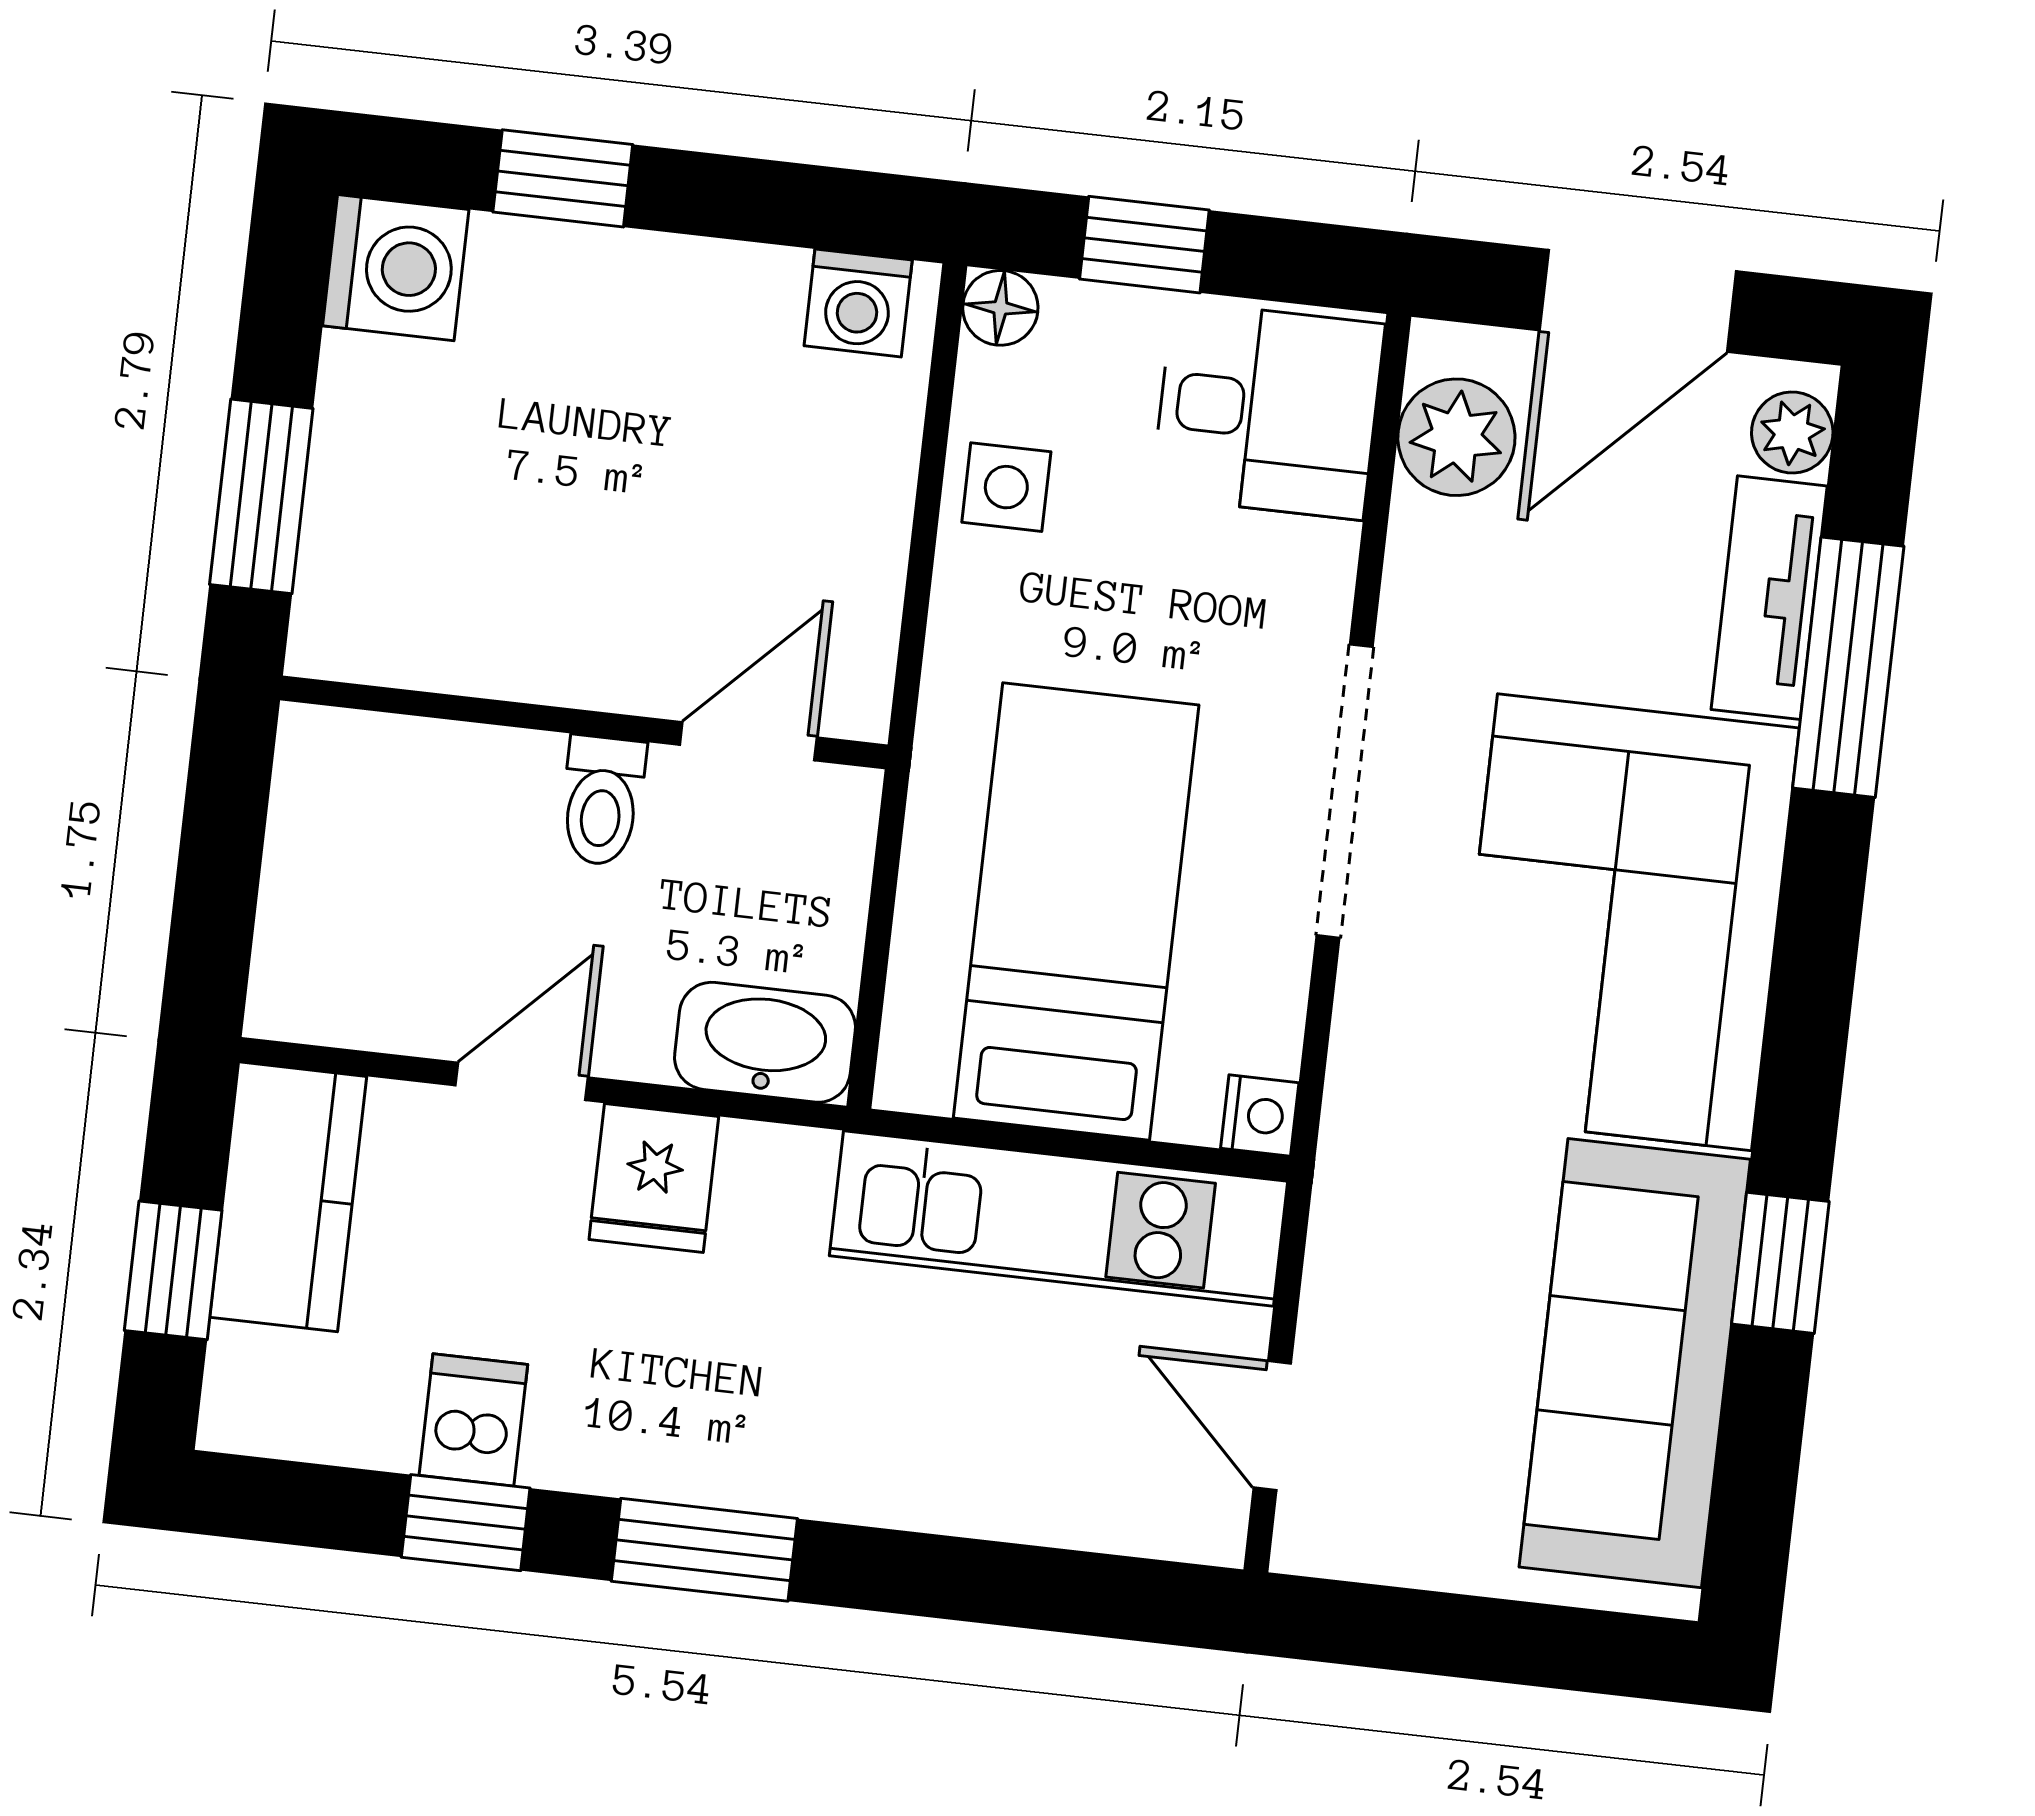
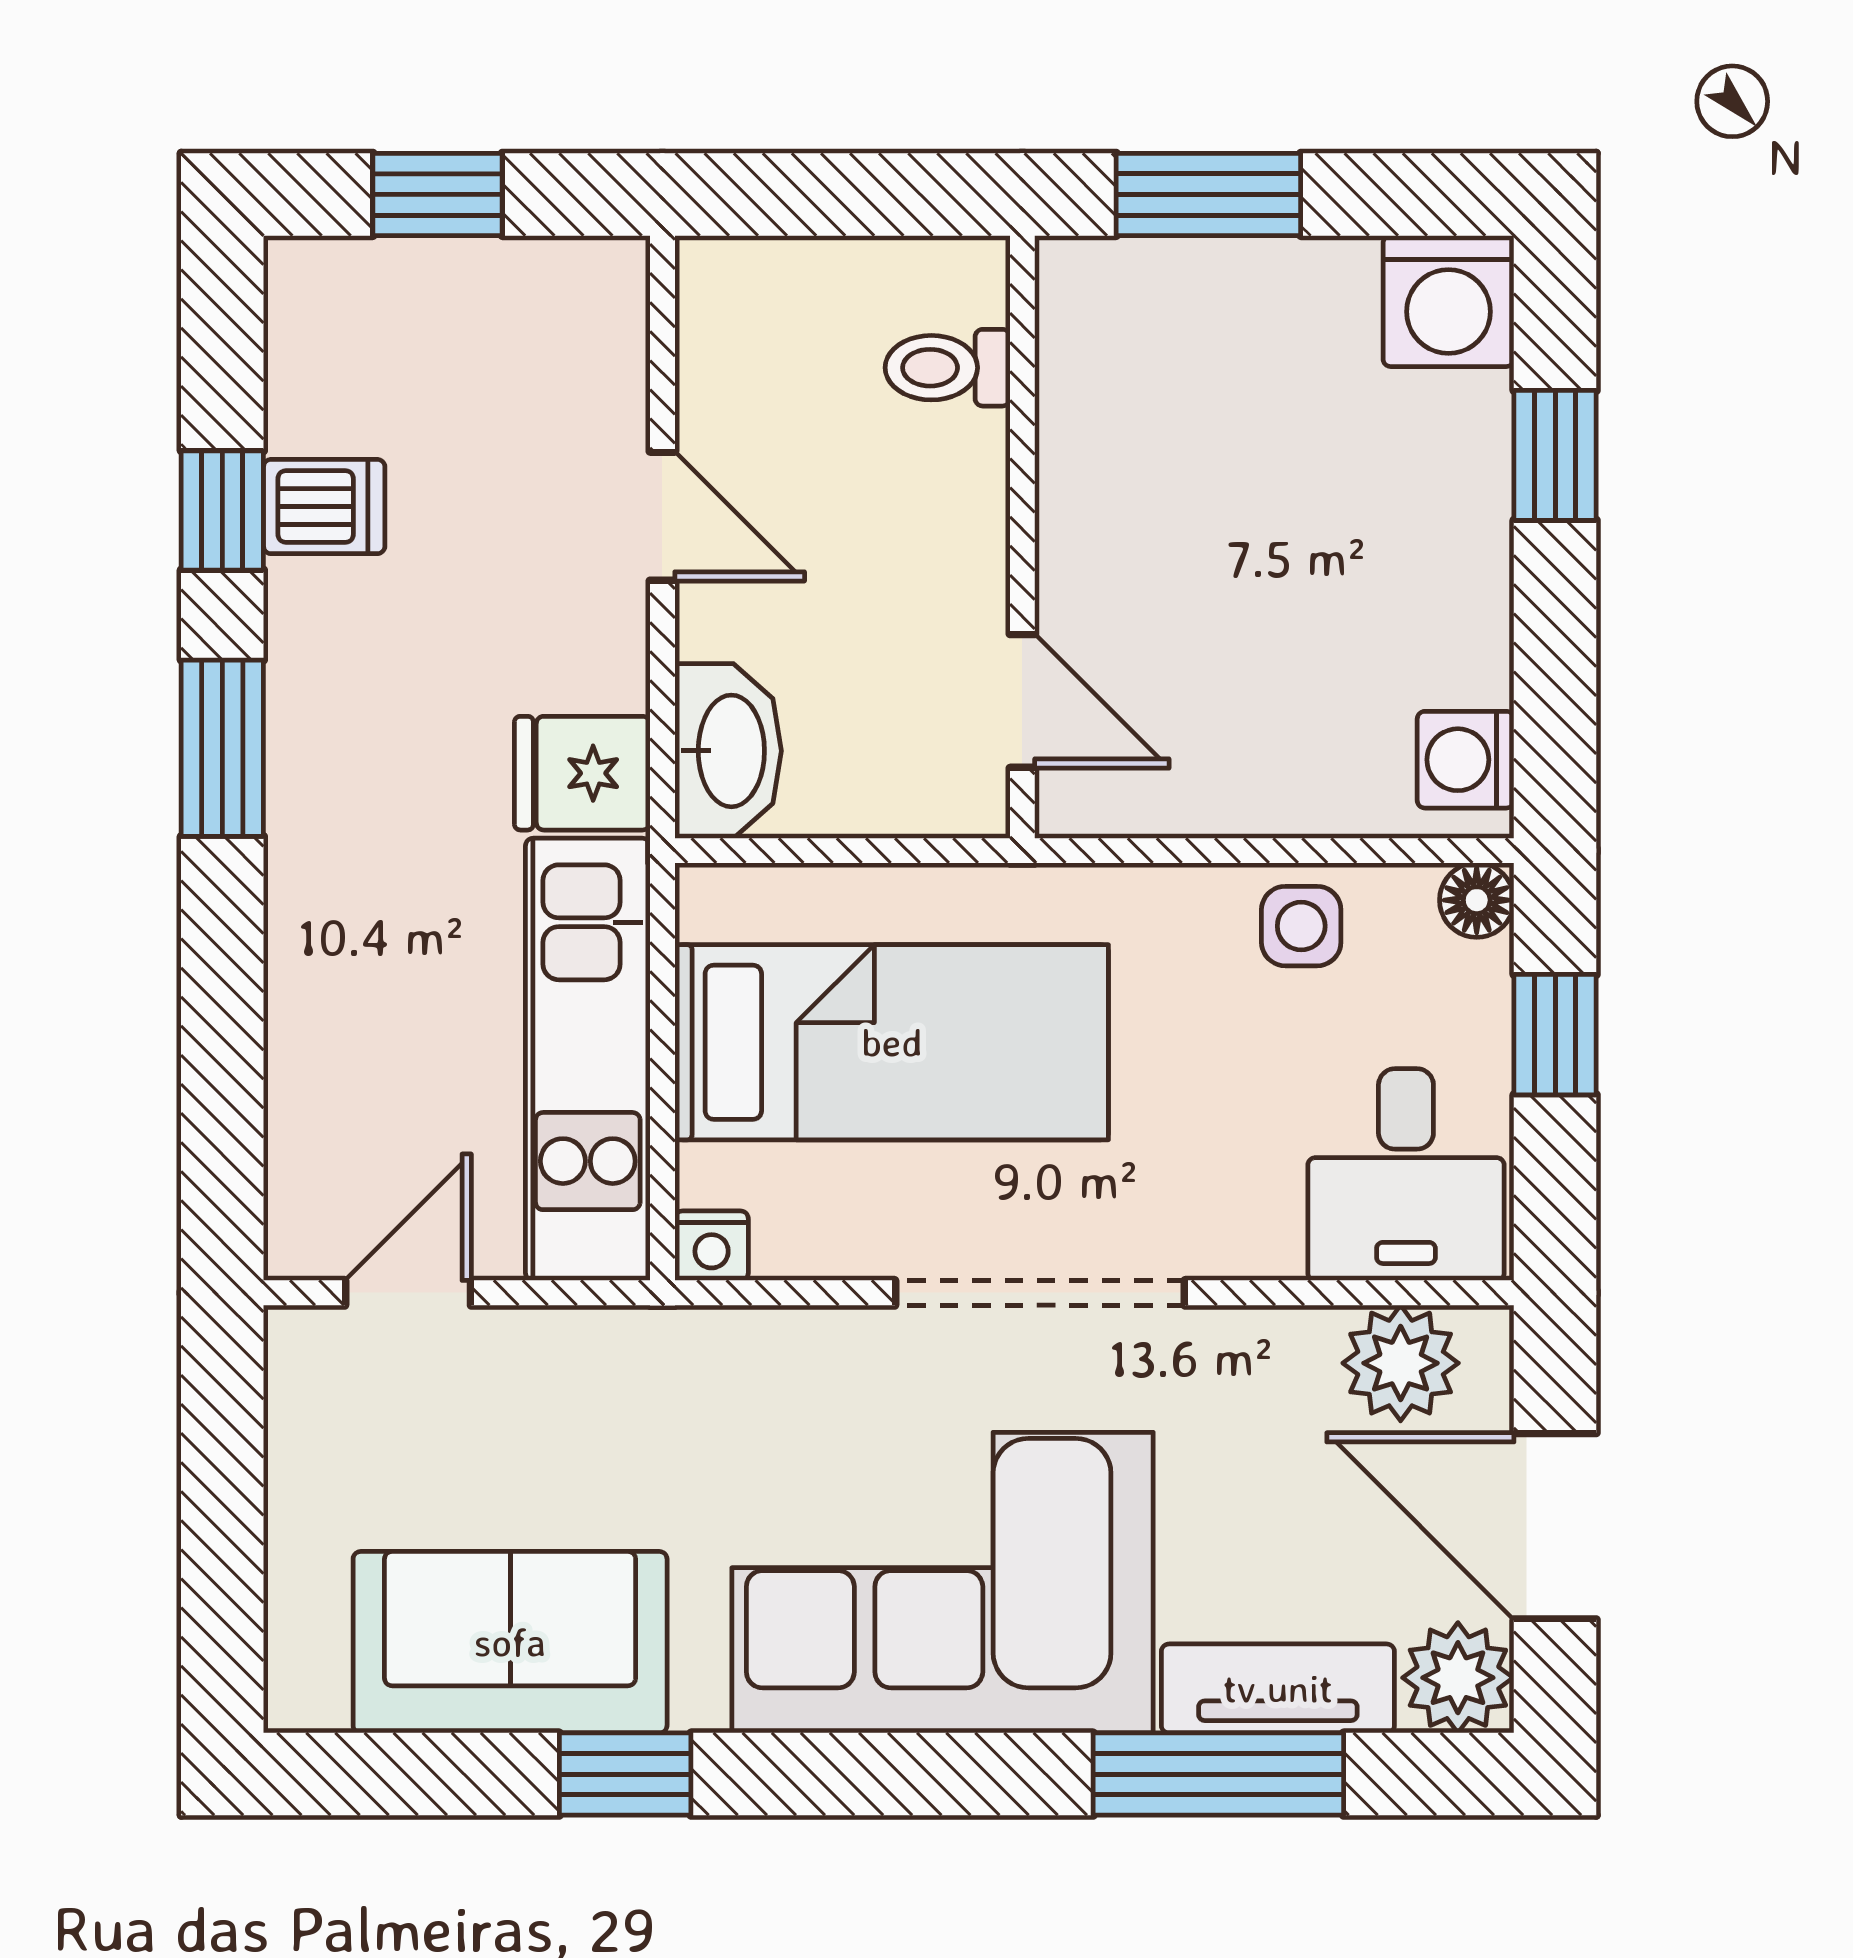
plant: (1792, 433) -> (1458, 1678), width x1.38, depth x1.38
toilet: (602, 801) -> (948, 368), moved
fridge: (654, 1178) -> (582, 773), moved
kitchen counter: (288, 1197) -> (523, 299), removed
sofa: (1635, 1363) -> (510, 1642), width x0.73

